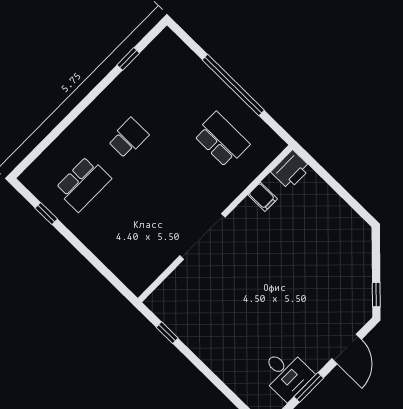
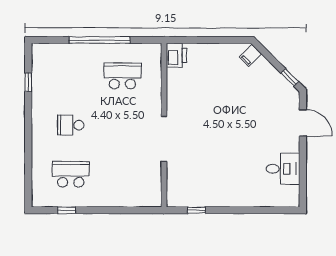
school desk: (128, 138) -> (71, 125), turned -90
school desk: (83, 184) -> (71, 174), turned -90
filing cabinet: (263, 197) -> (250, 55), moved, turned 135
window: (309, 387) -> (303, 164), removed

